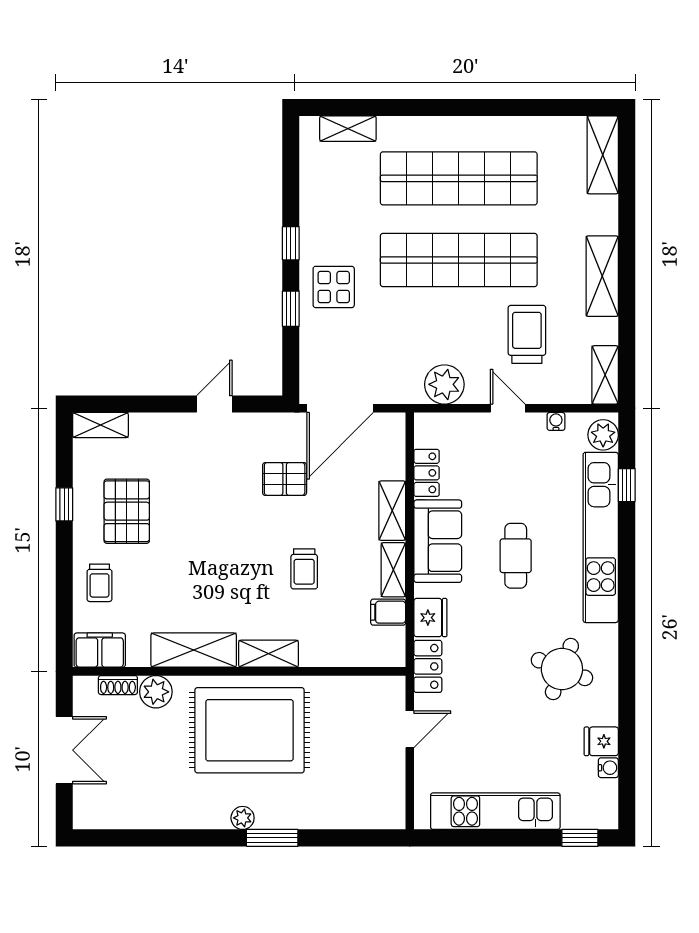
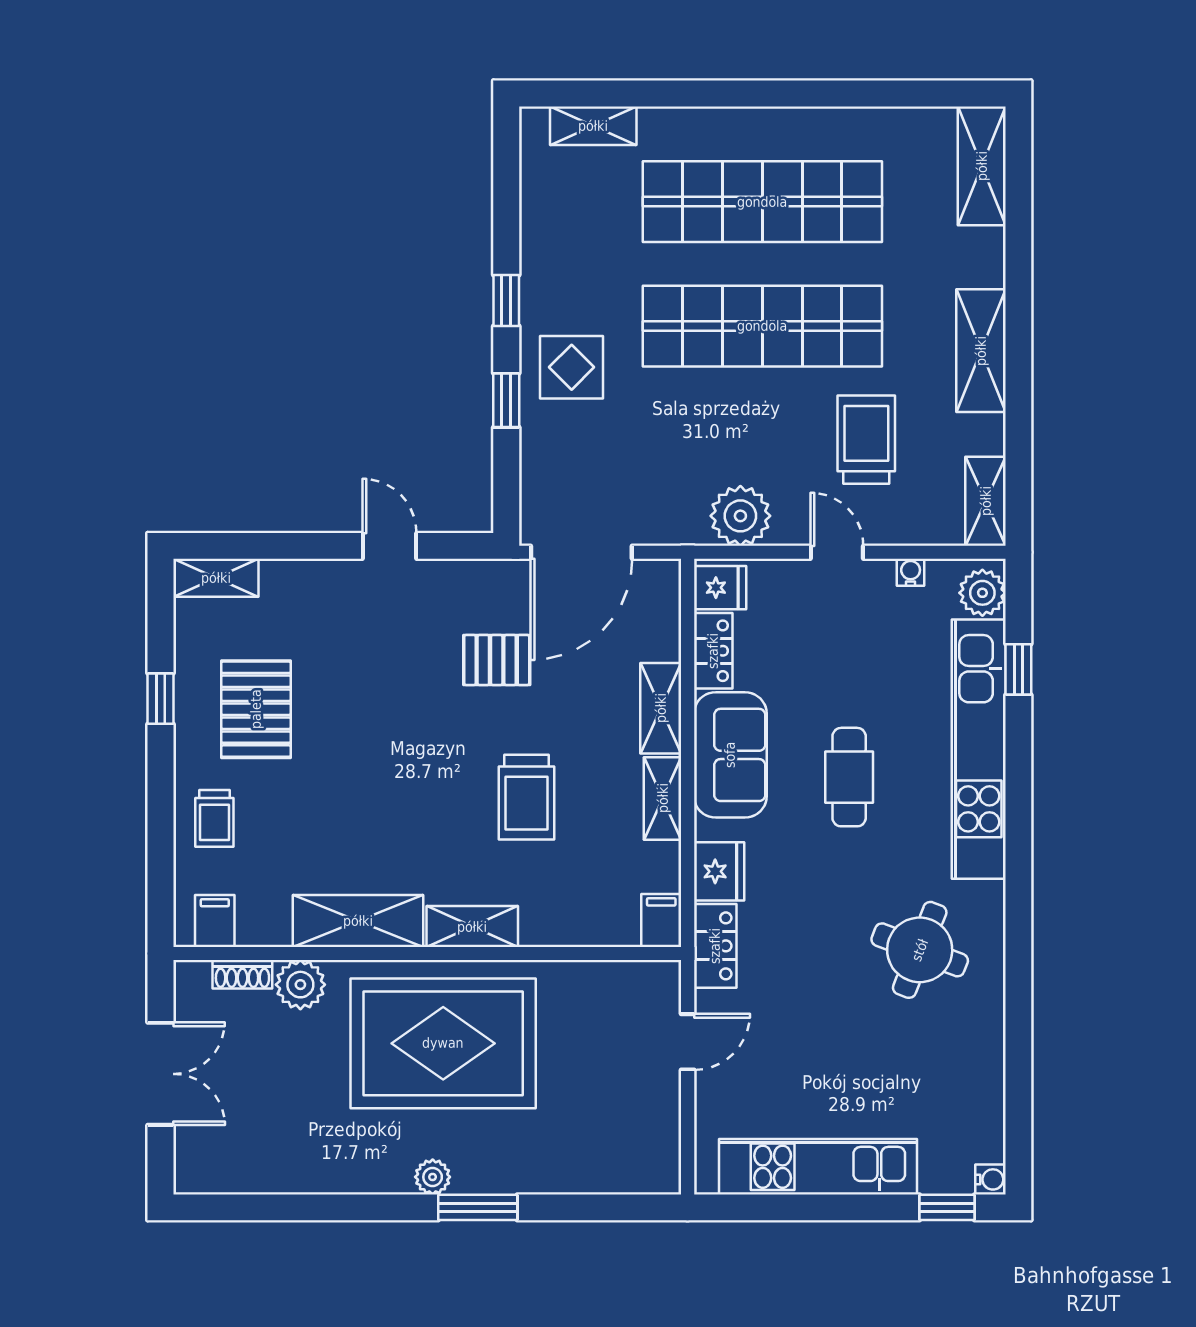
door: (214, 404) -> (390, 546), hinge flipped
trolley: (304, 569) -> (527, 797), width x1.36, depth x1.39
filing cabinet: (388, 612) -> (661, 920), moved, turned 90
filing cabinet: (100, 650) -> (215, 921), width x0.50
fridge: (601, 741) -> (720, 588), moved, turned 180
water cooler: (608, 768) -> (990, 1179), moved

